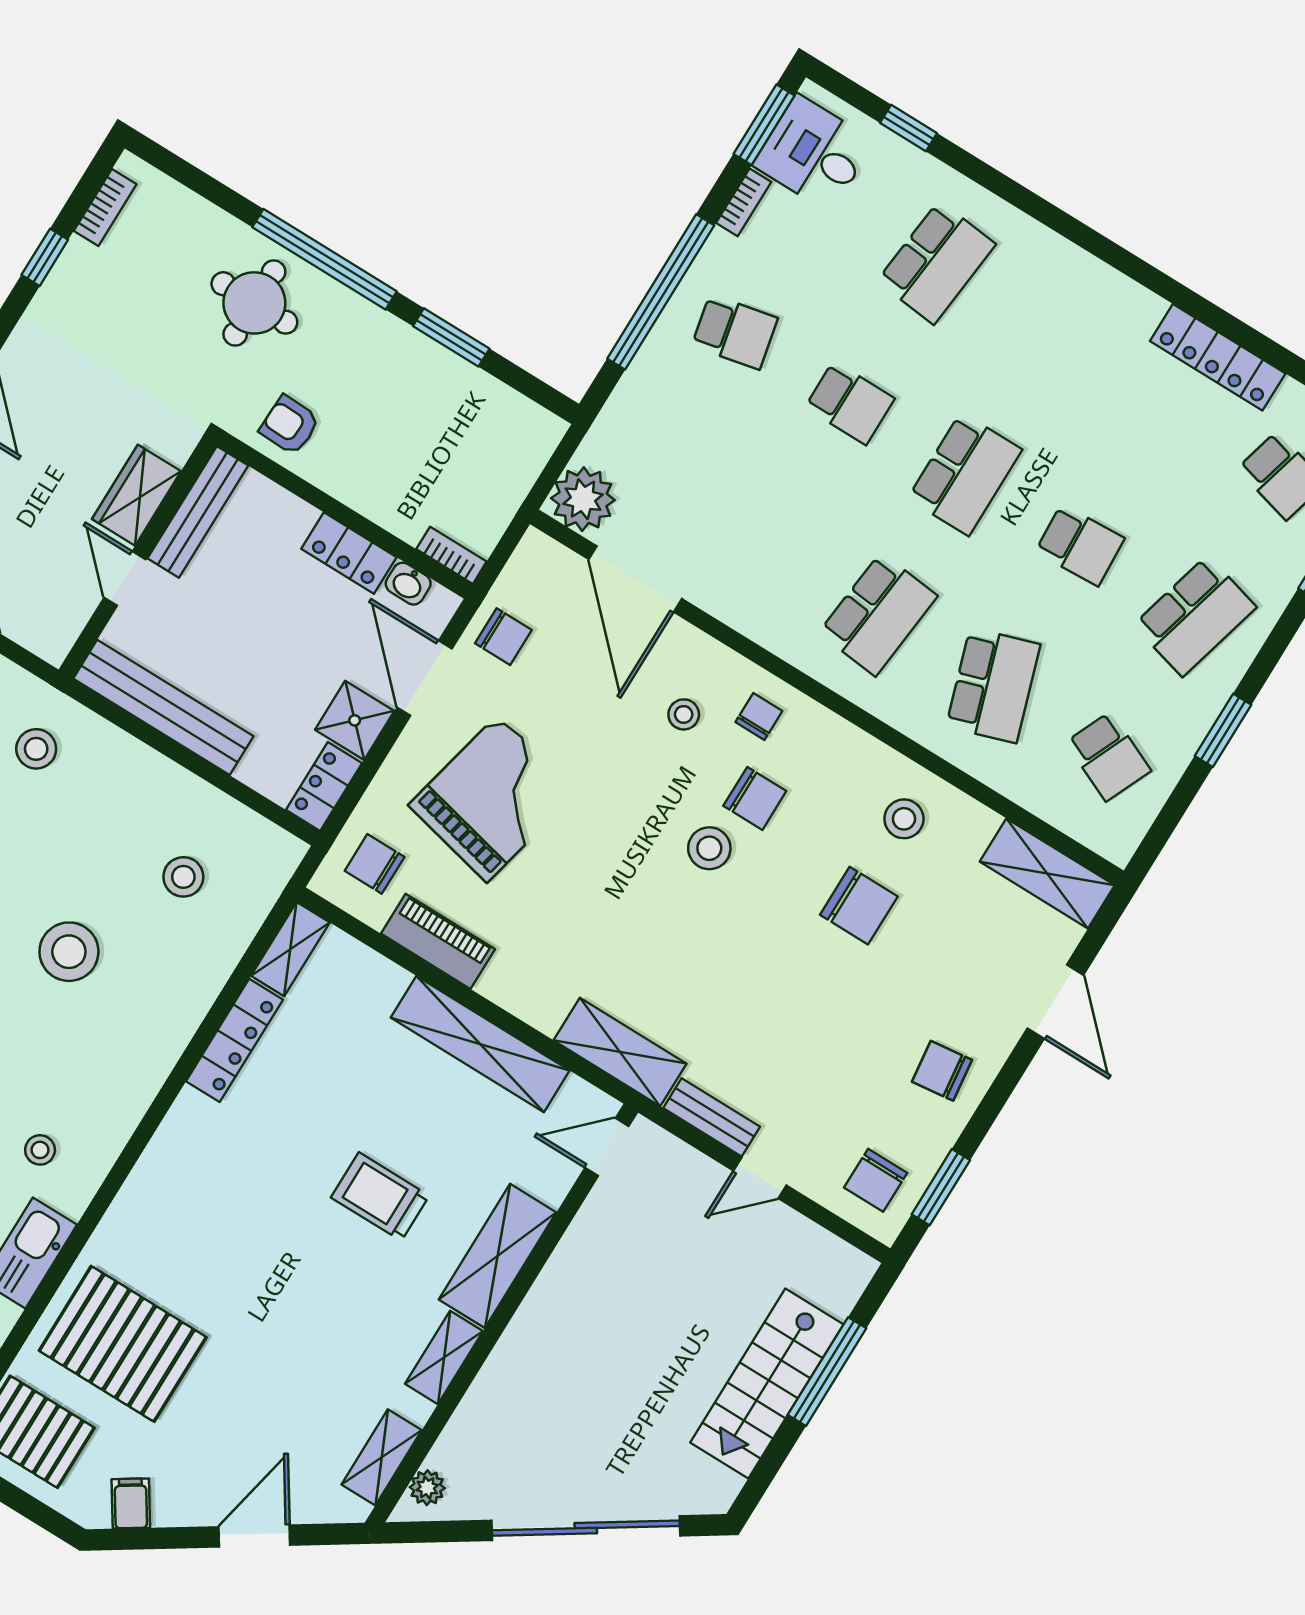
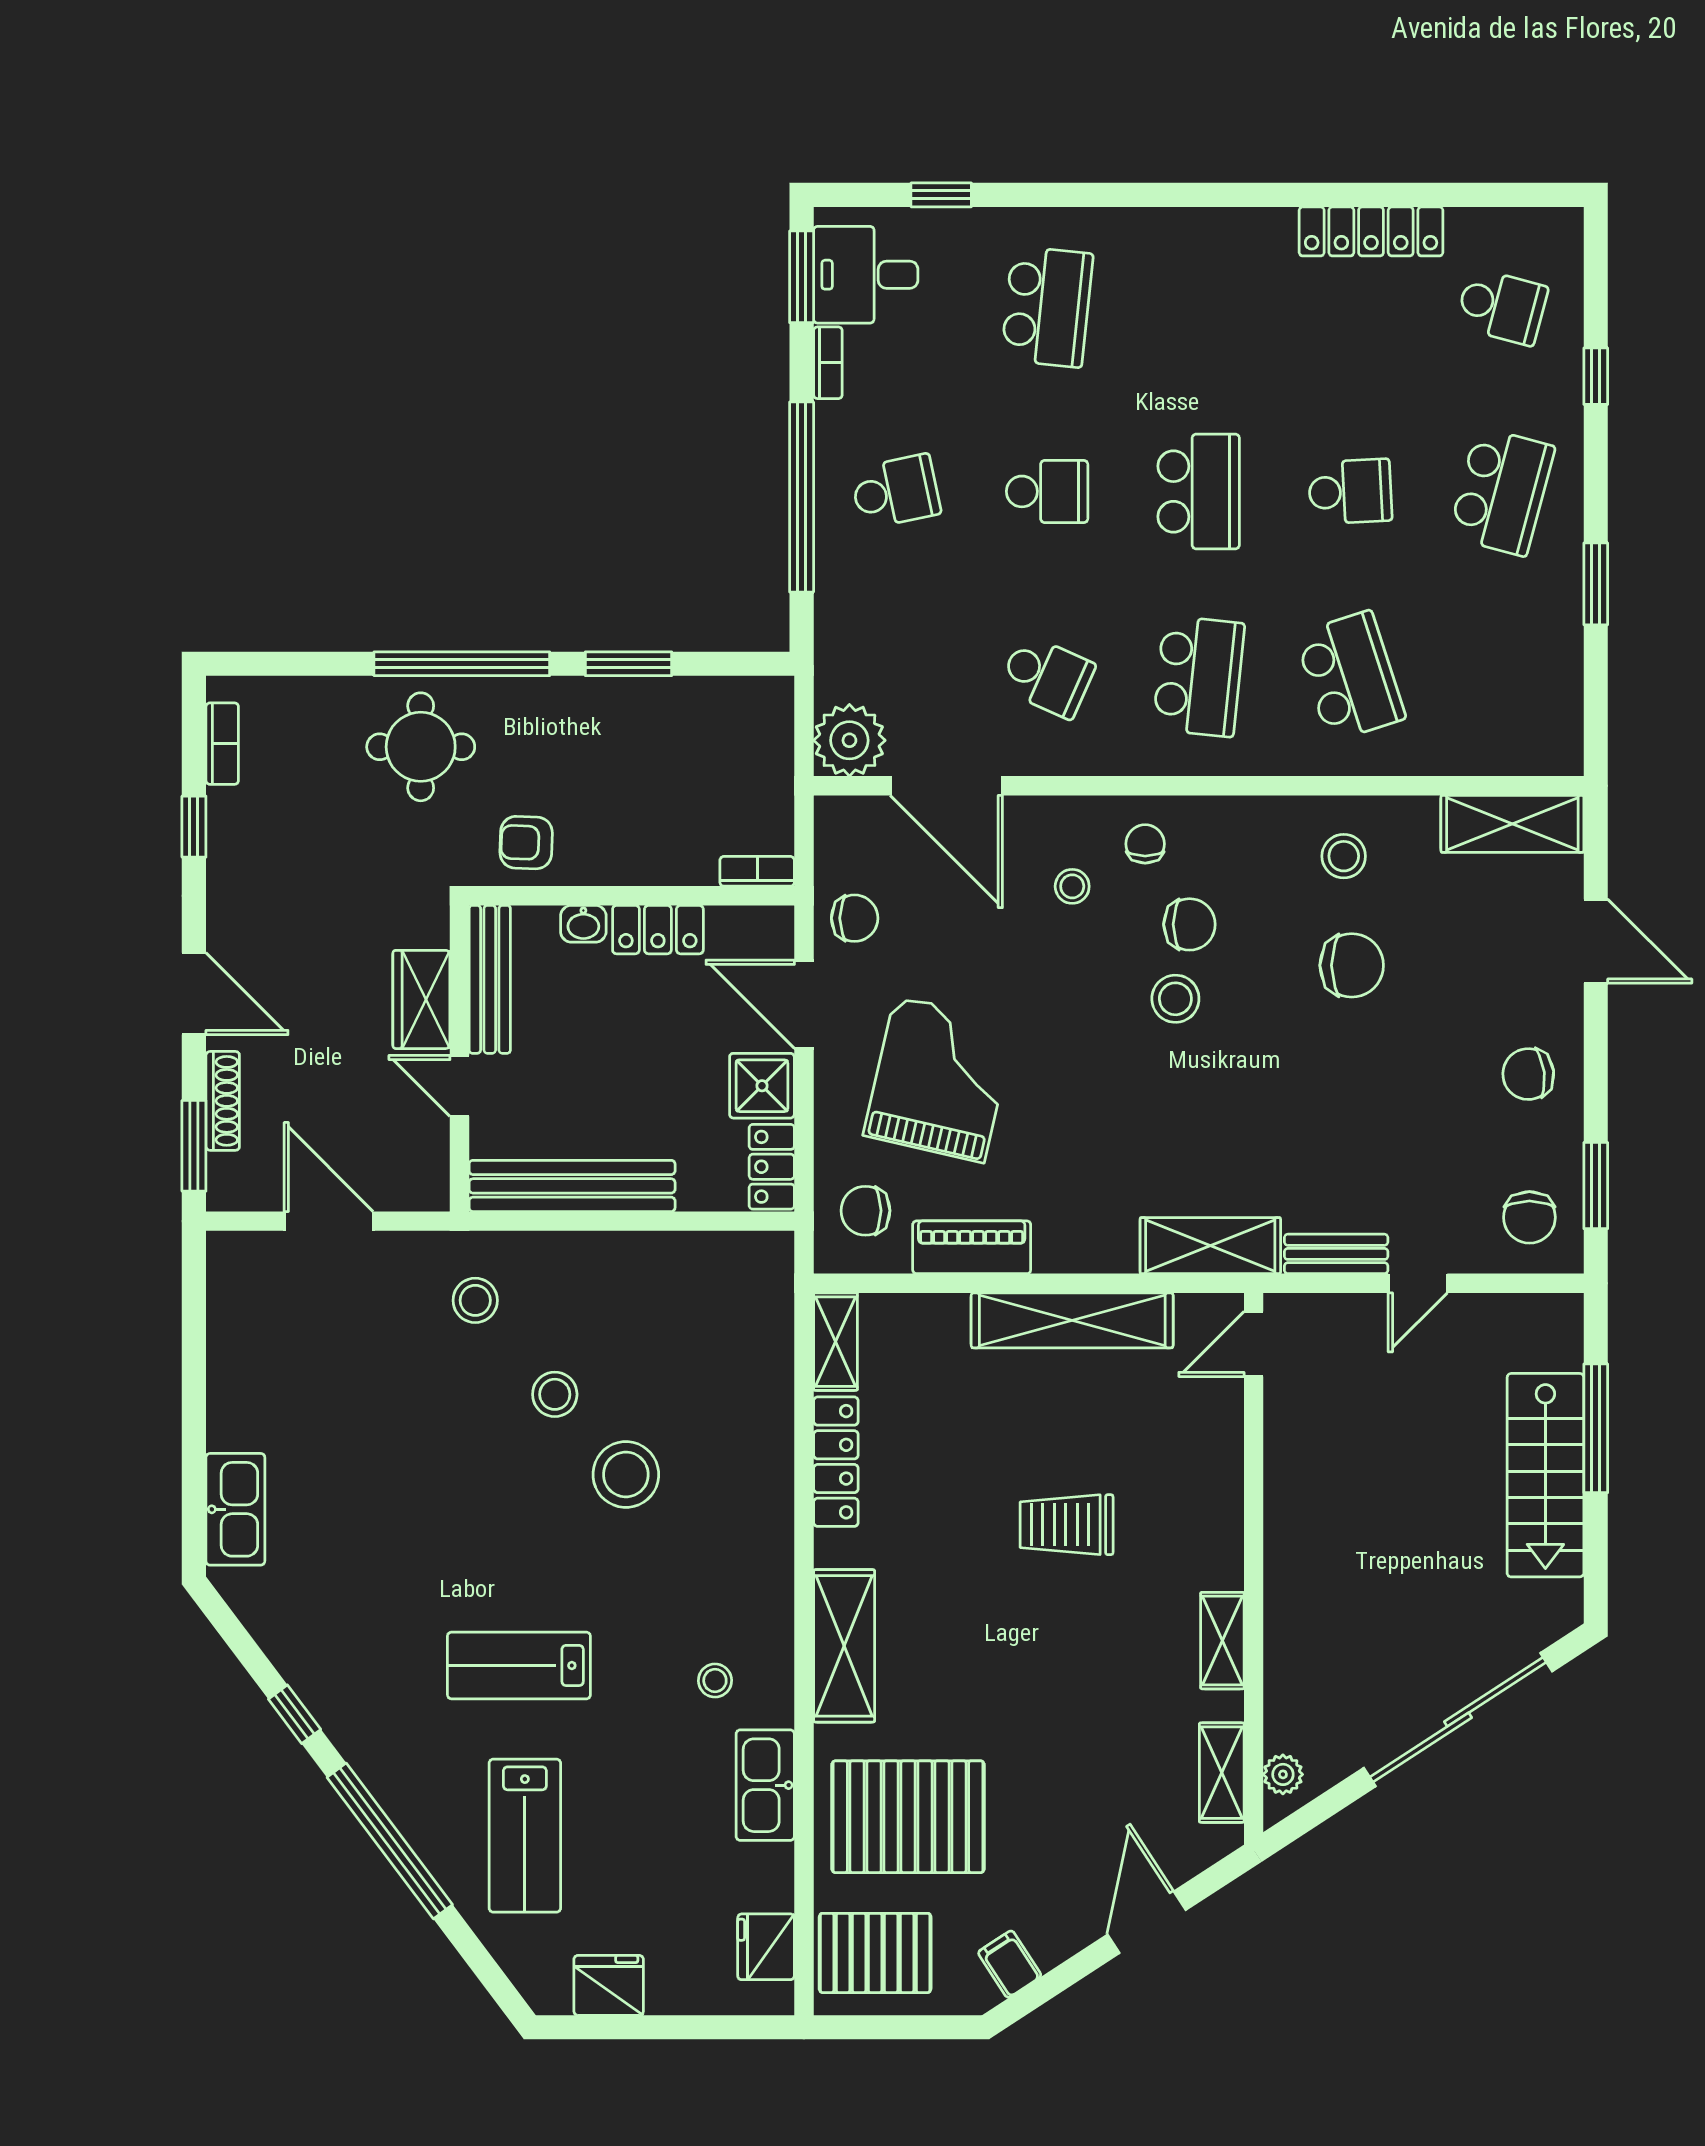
washbasin: (408, 584) -> (583, 924), moved
school desk: (1108, 756) -> (1047, 676), moved
stool: (183, 877) -> (555, 1394), moved
shelving: (498, 1256) -> (844, 1646), moved

